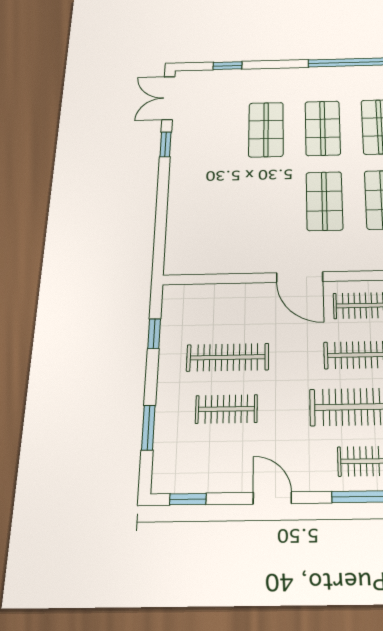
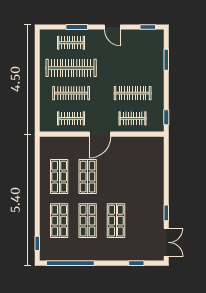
door: (300, 277) -> (100, 134), swing flipped
window: (154, 334) -> (166, 117), moved
clothes rail: (226, 409) -> (133, 118), moved

